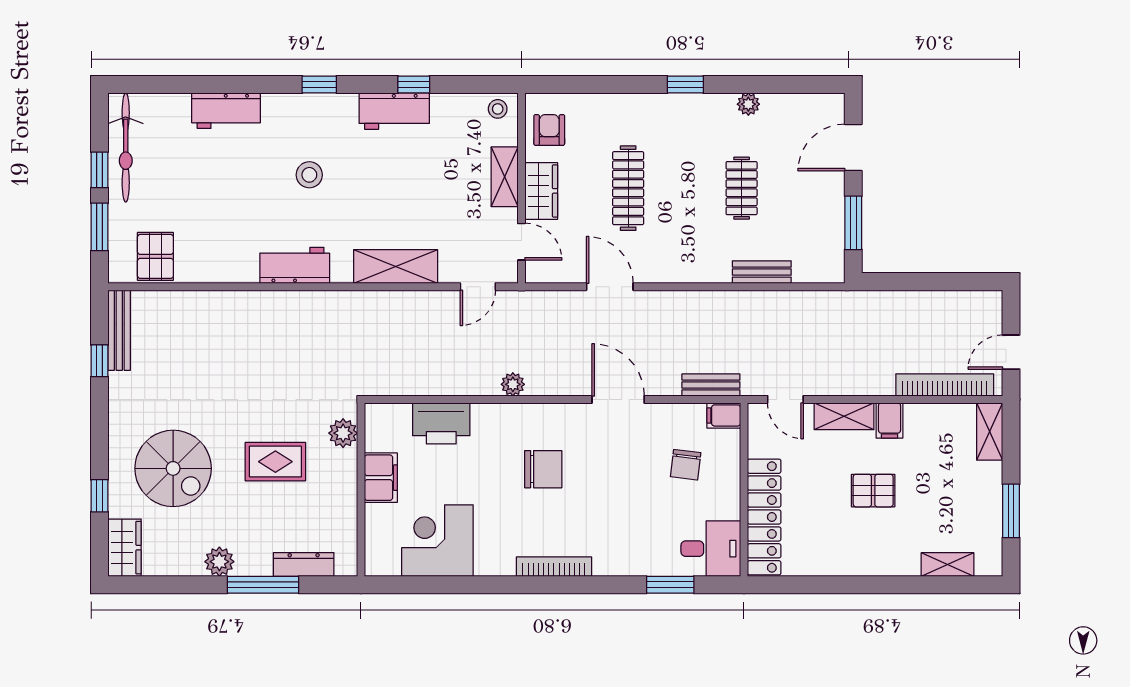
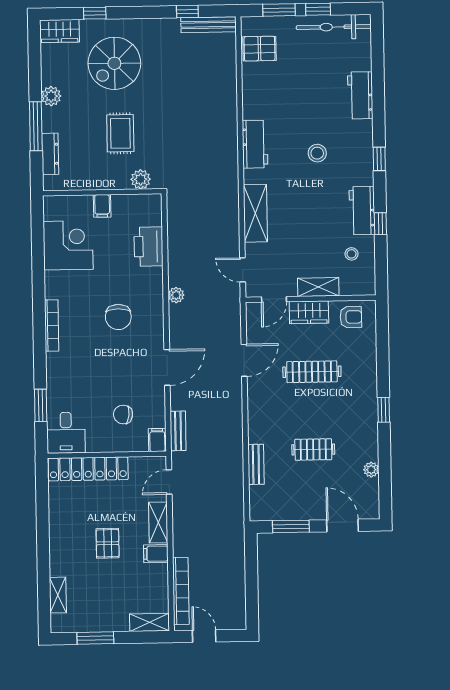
plant: (748, 104) -> (371, 470), moved
stool: (498, 109) -> (352, 254), moved
filing cabinet: (381, 478) -> (102, 206), width x0.50

